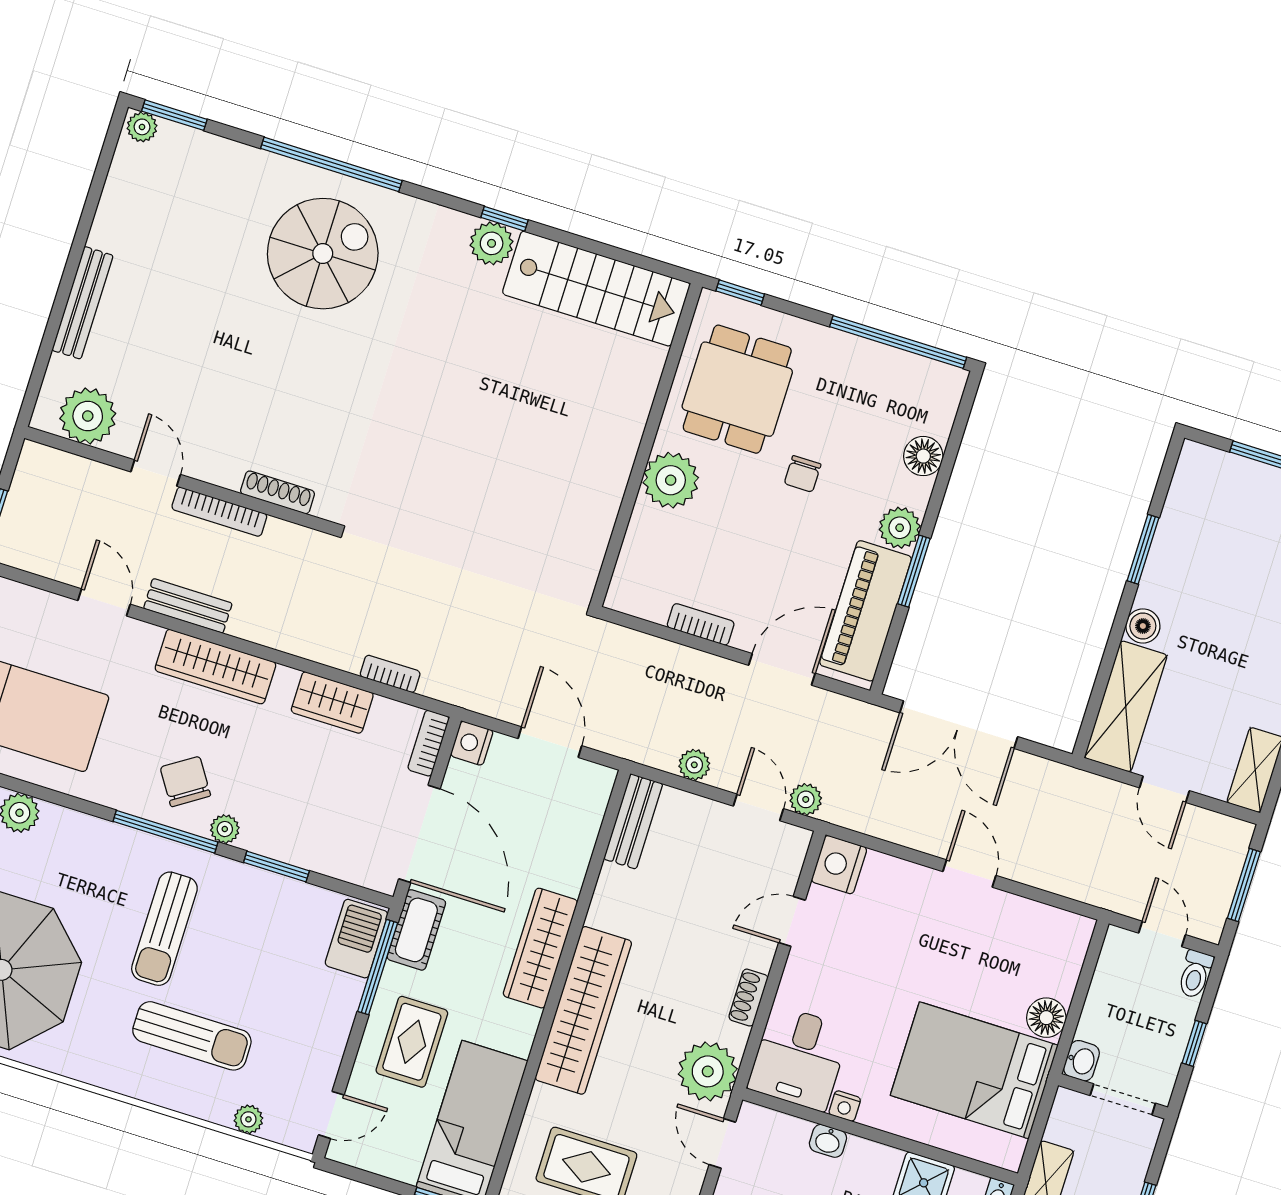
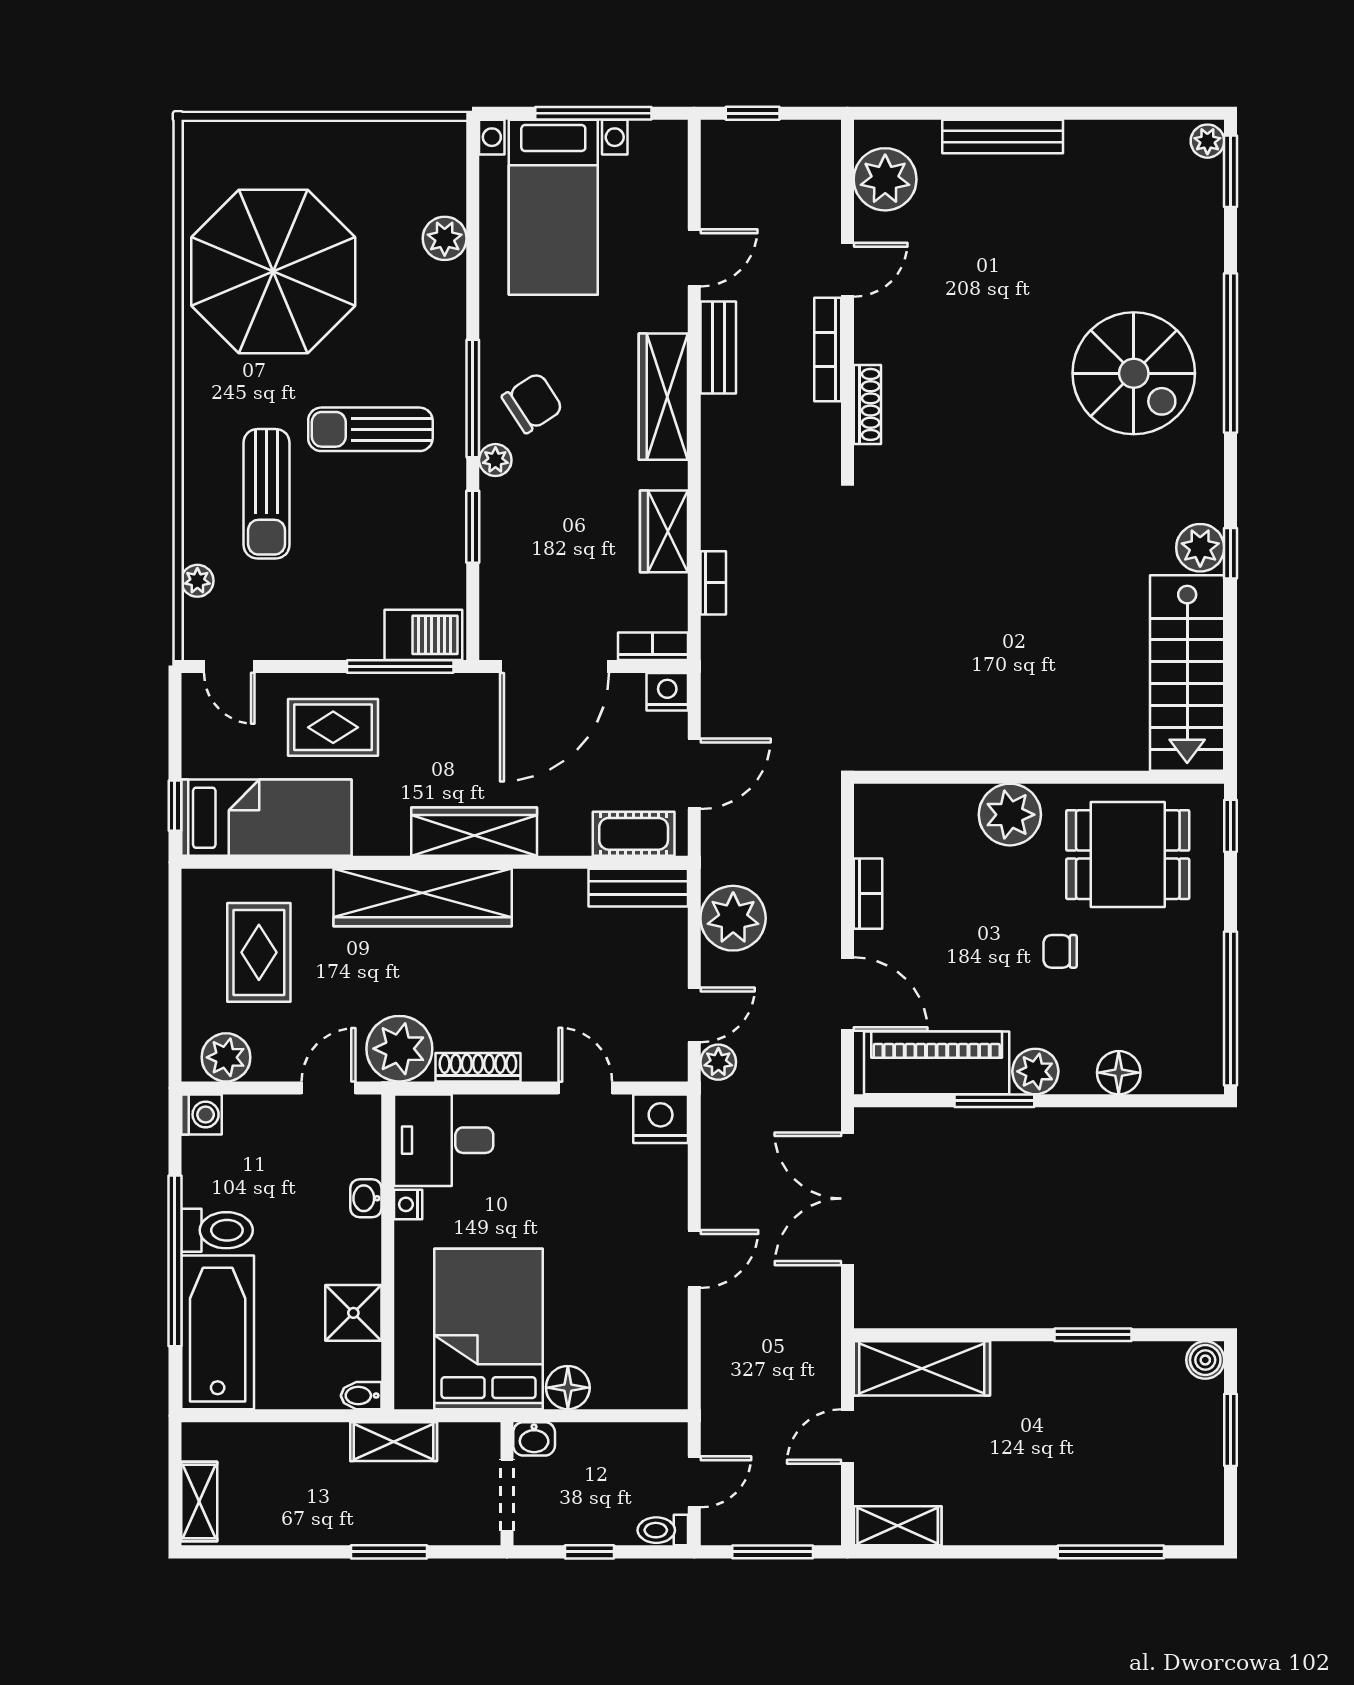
boiler: (1143, 626) -> (1205, 1360), moved
plant: (694, 765) -> (733, 918), width x1.87, depth x1.87
cot: (416, 930) -> (634, 834), moved
shoe rack: (748, 998) -> (478, 1067), width x1.43

